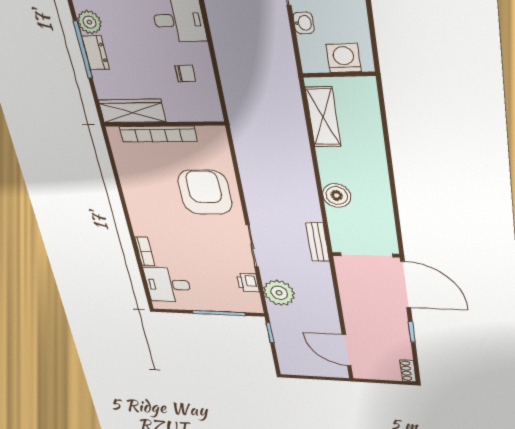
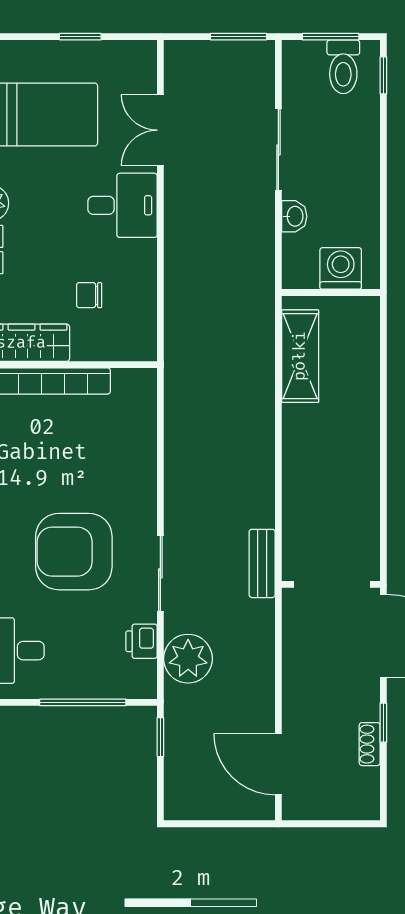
chair: (185, 74) -> (89, 295), moved, turned 180
armchair: (205, 192) -> (74, 552), moved, turned -90
boiler: (337, 195) -> (302, 483), removed
shoe rack: (408, 371) -> (370, 744), moved

